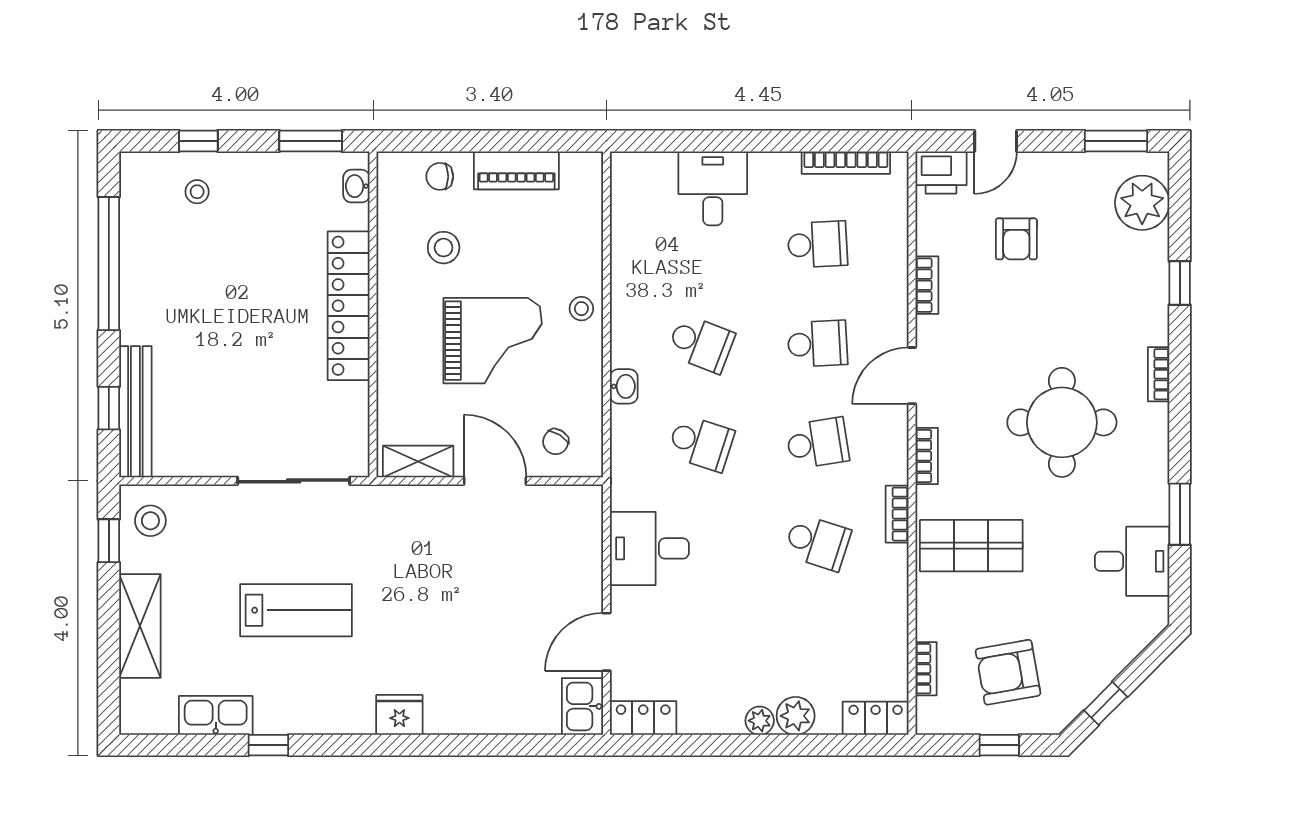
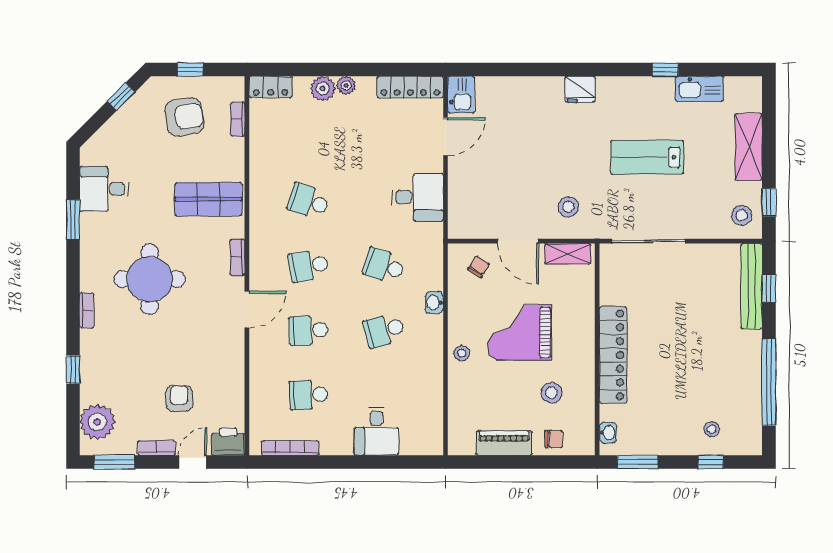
bookcase: (927, 285) -> (157, 448), moved, turned 90
school desk: (701, 344) -> (384, 330), turned -36
bookcase: (897, 514) -> (257, 220), removed
stool: (417, 534) -> (568, 207), added
locker: (643, 718) -> (410, 87), width x1.53

